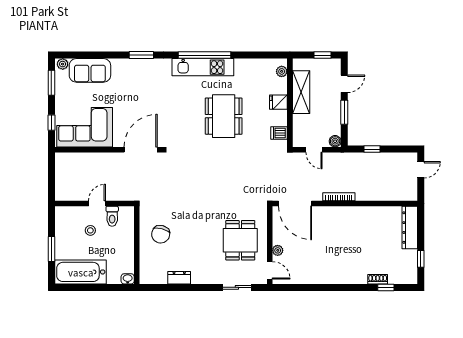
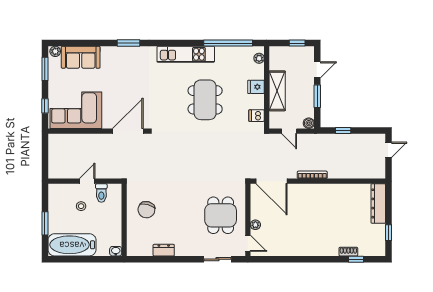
window: (204, 55) -> (228, 43), moved
shelving: (301, 92) -> (277, 91), moved

